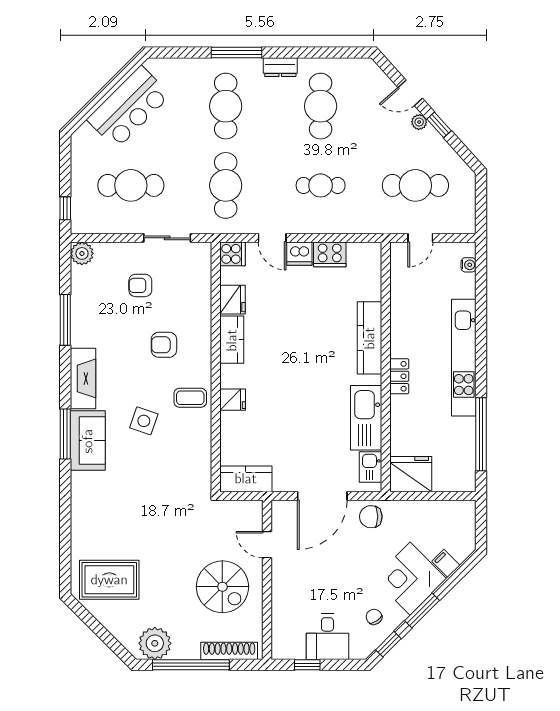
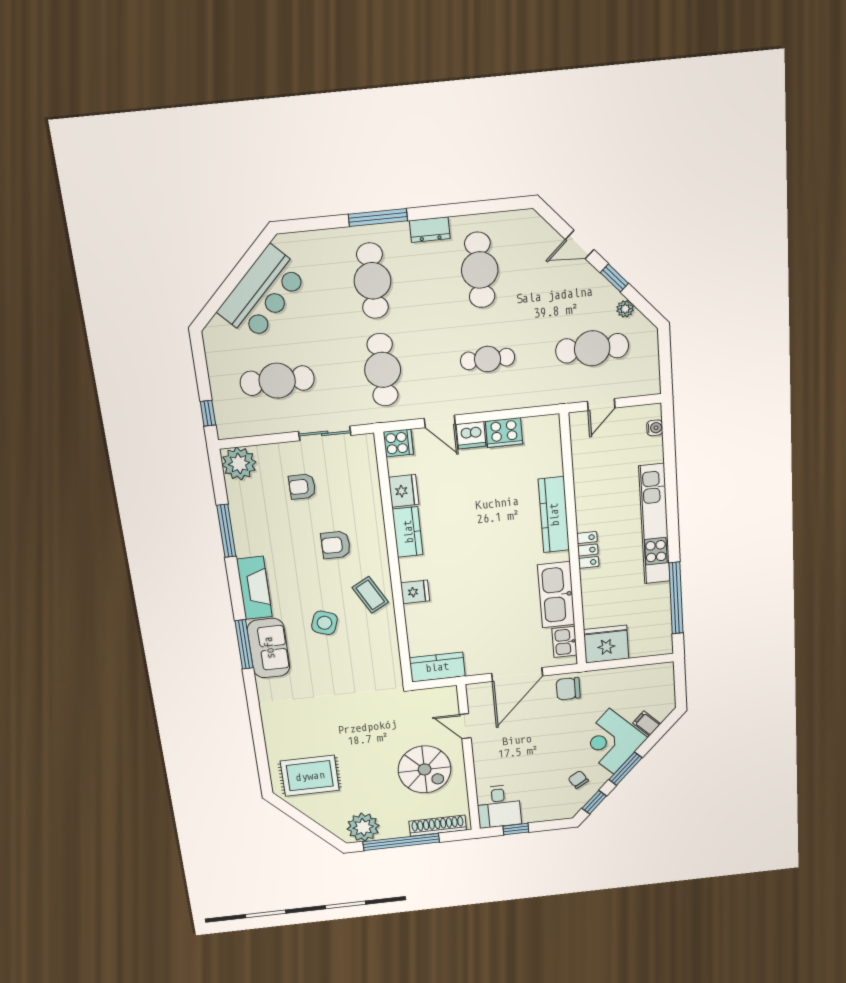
plant: (419, 122) -> (625, 309), moved
plant: (82, 253) -> (239, 464), width x1.36, depth x1.36
coffee table: (190, 398) -> (370, 595), turned 61
desk: (327, 637) -> (499, 806), moved

